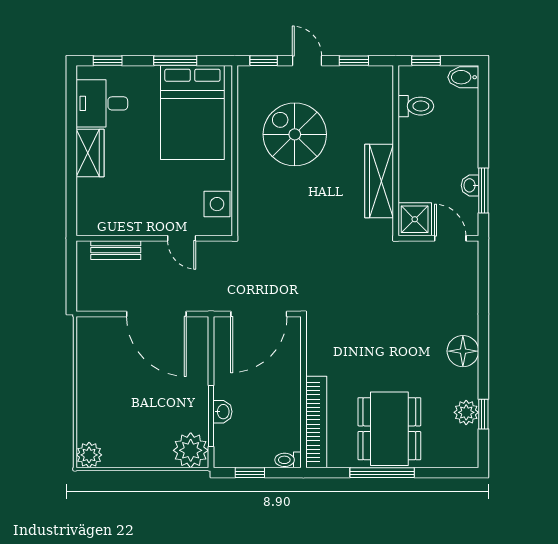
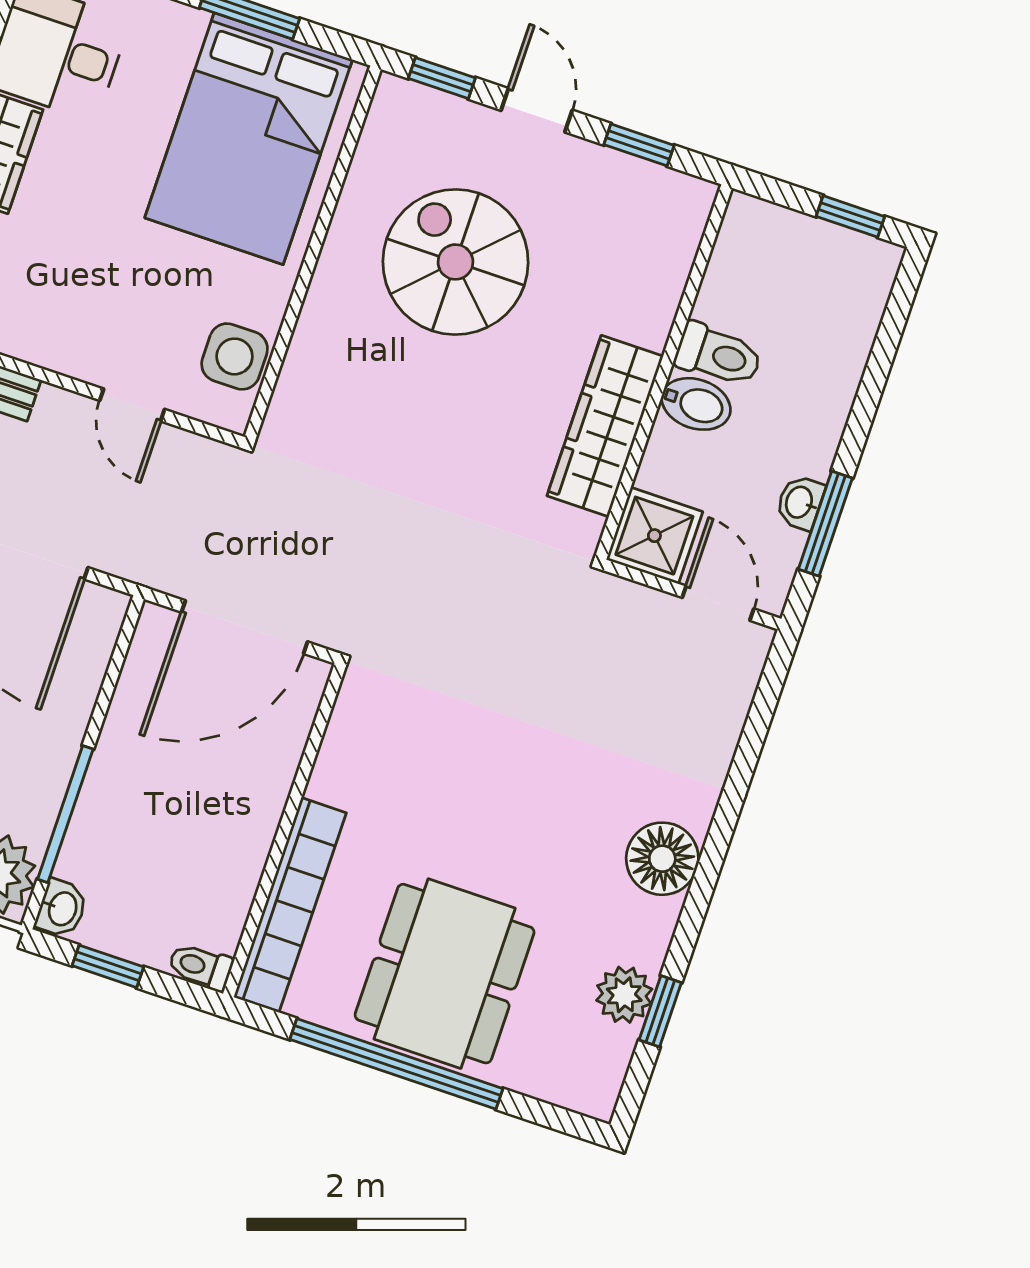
window: (426, 61) -> (850, 216), moved
bidet: (463, 77) -> (696, 404), moved, turned 180
toilet: (416, 106) -> (718, 355), moved
washbasin: (223, 412) -> (61, 908), moved
window: (382, 473) -> (396, 1064), width x1.46

